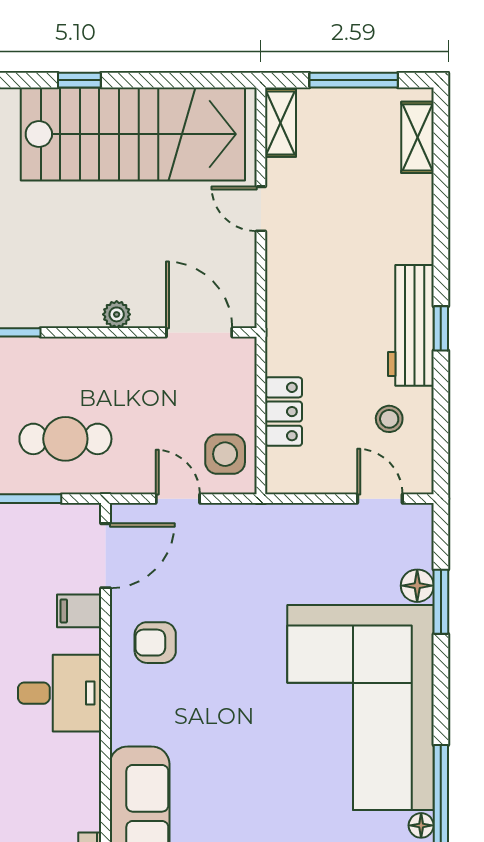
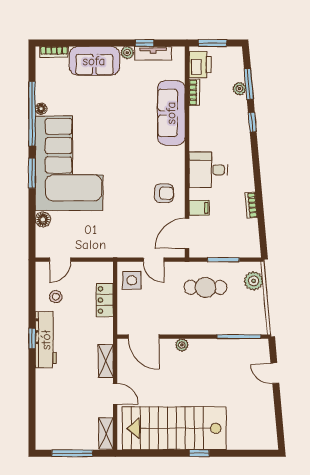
shelving: (417, 137) -> (106, 361), moved
door: (380, 499) -> (60, 260), hinge flipped
window: (441, 602) -> (32, 173), moved

